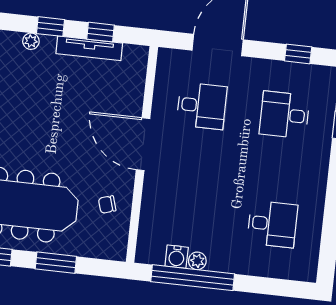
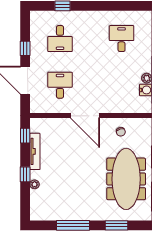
window: (100, 32) -> (25, 136), moved
window: (298, 54) -> (25, 48), moved
door: (143, 144) -> (85, 116), hinge flipped

